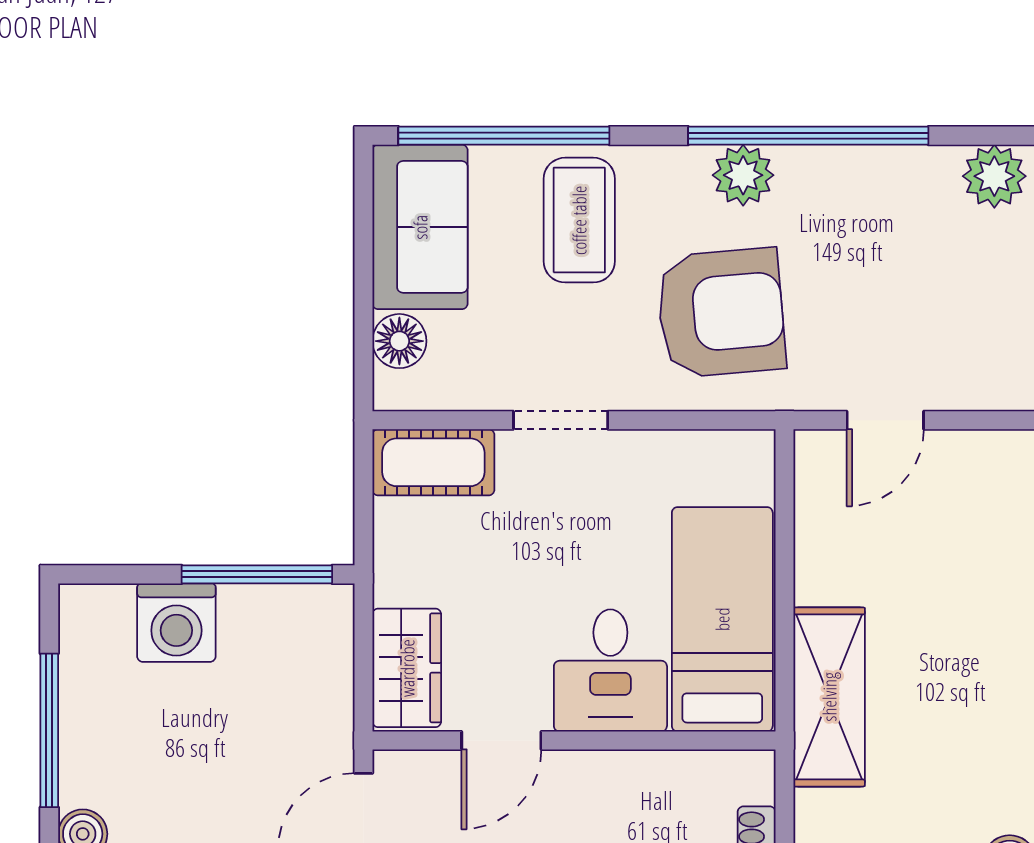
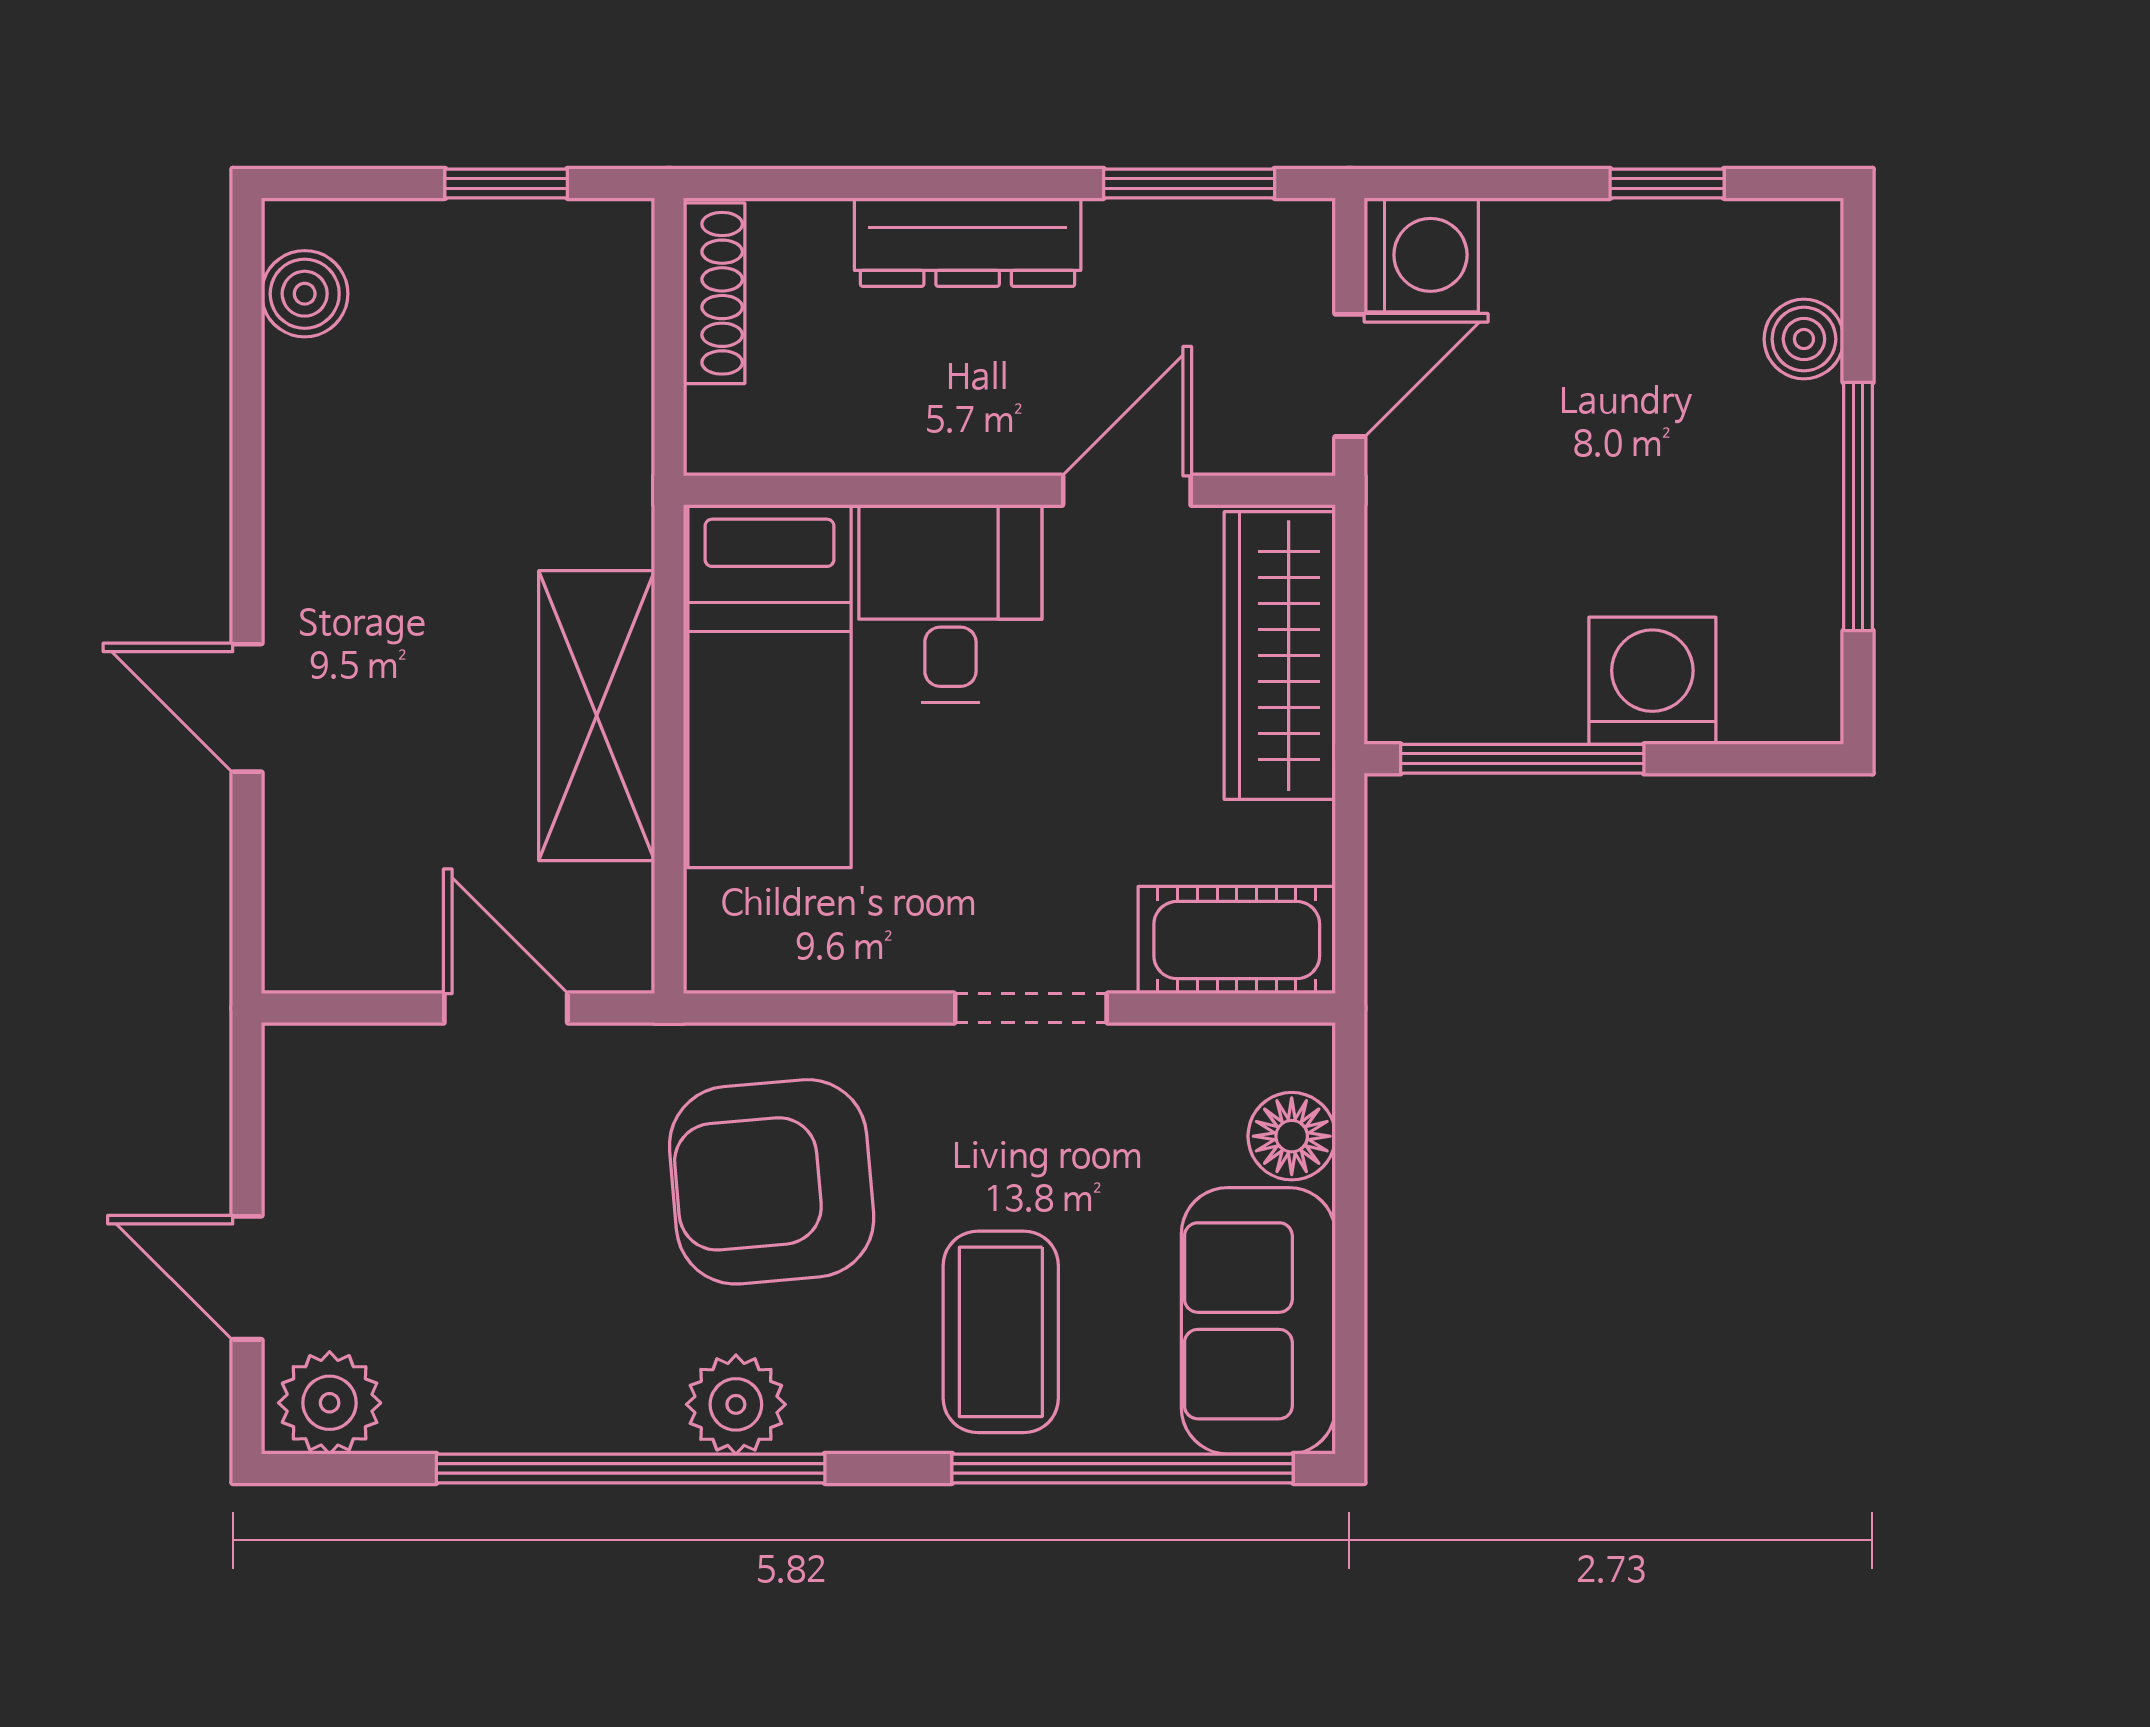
door: (885, 420) -> (506, 1008), hinge flipped
wardrobe: (407, 668) -> (1280, 656), width x1.50
shelving: (829, 697) -> (597, 716), moved

